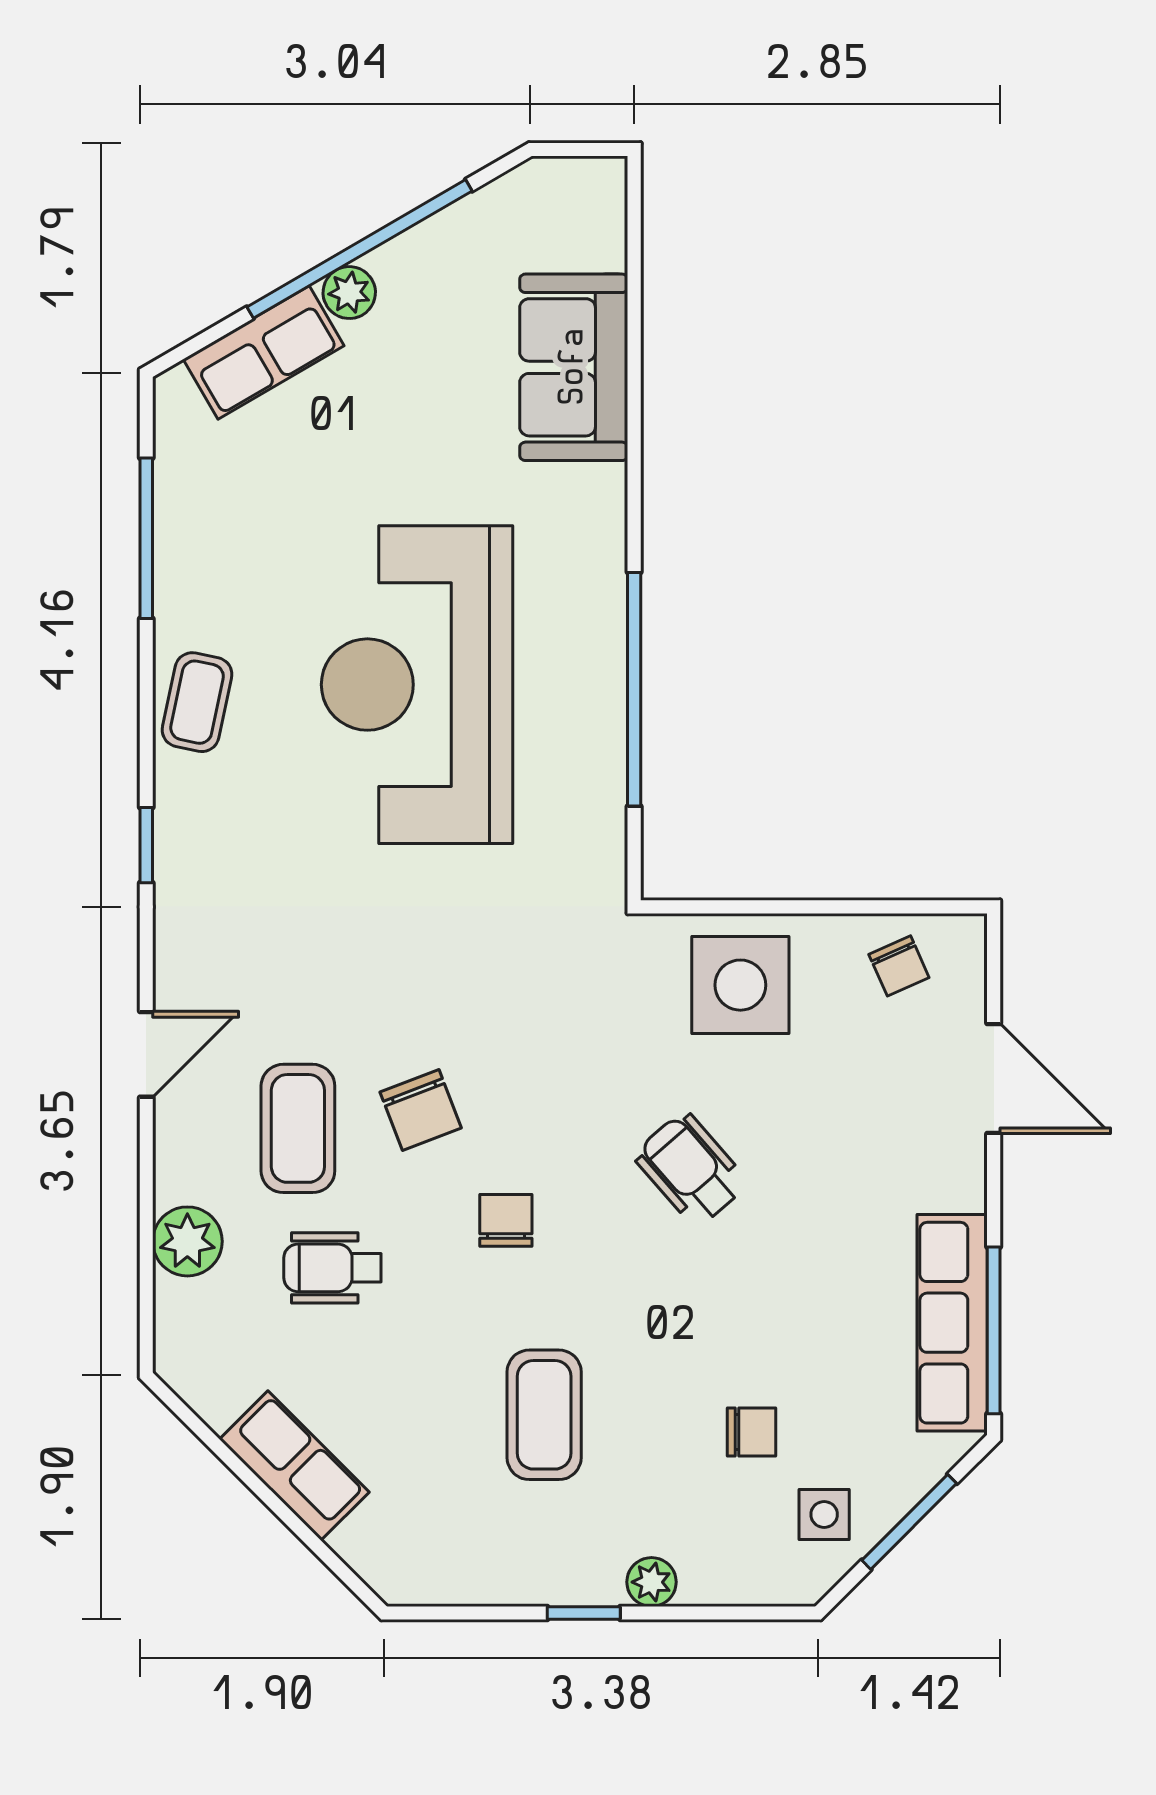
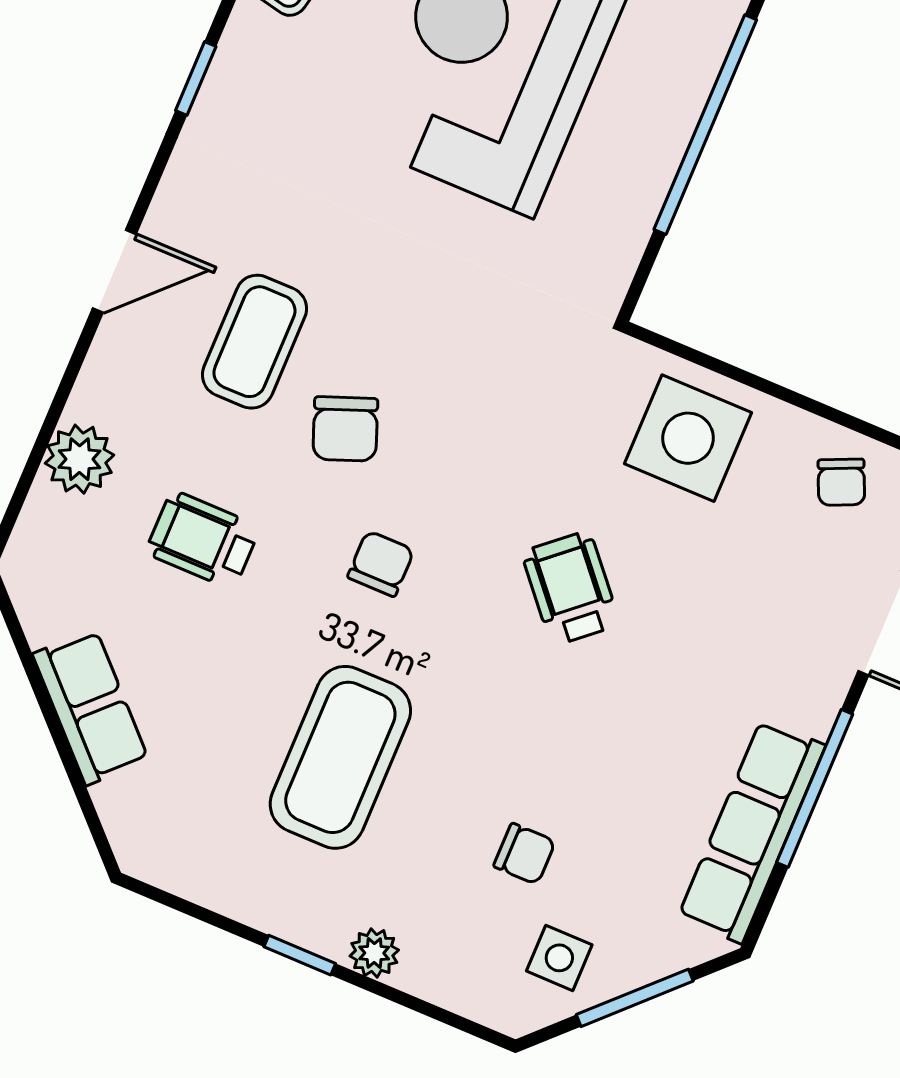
coffee table: (298, 1128) -> (254, 342), moved
window: (994, 1330) -> (815, 788), moved
coffee table: (544, 1415) -> (340, 757), width x1.36, depth x1.32

